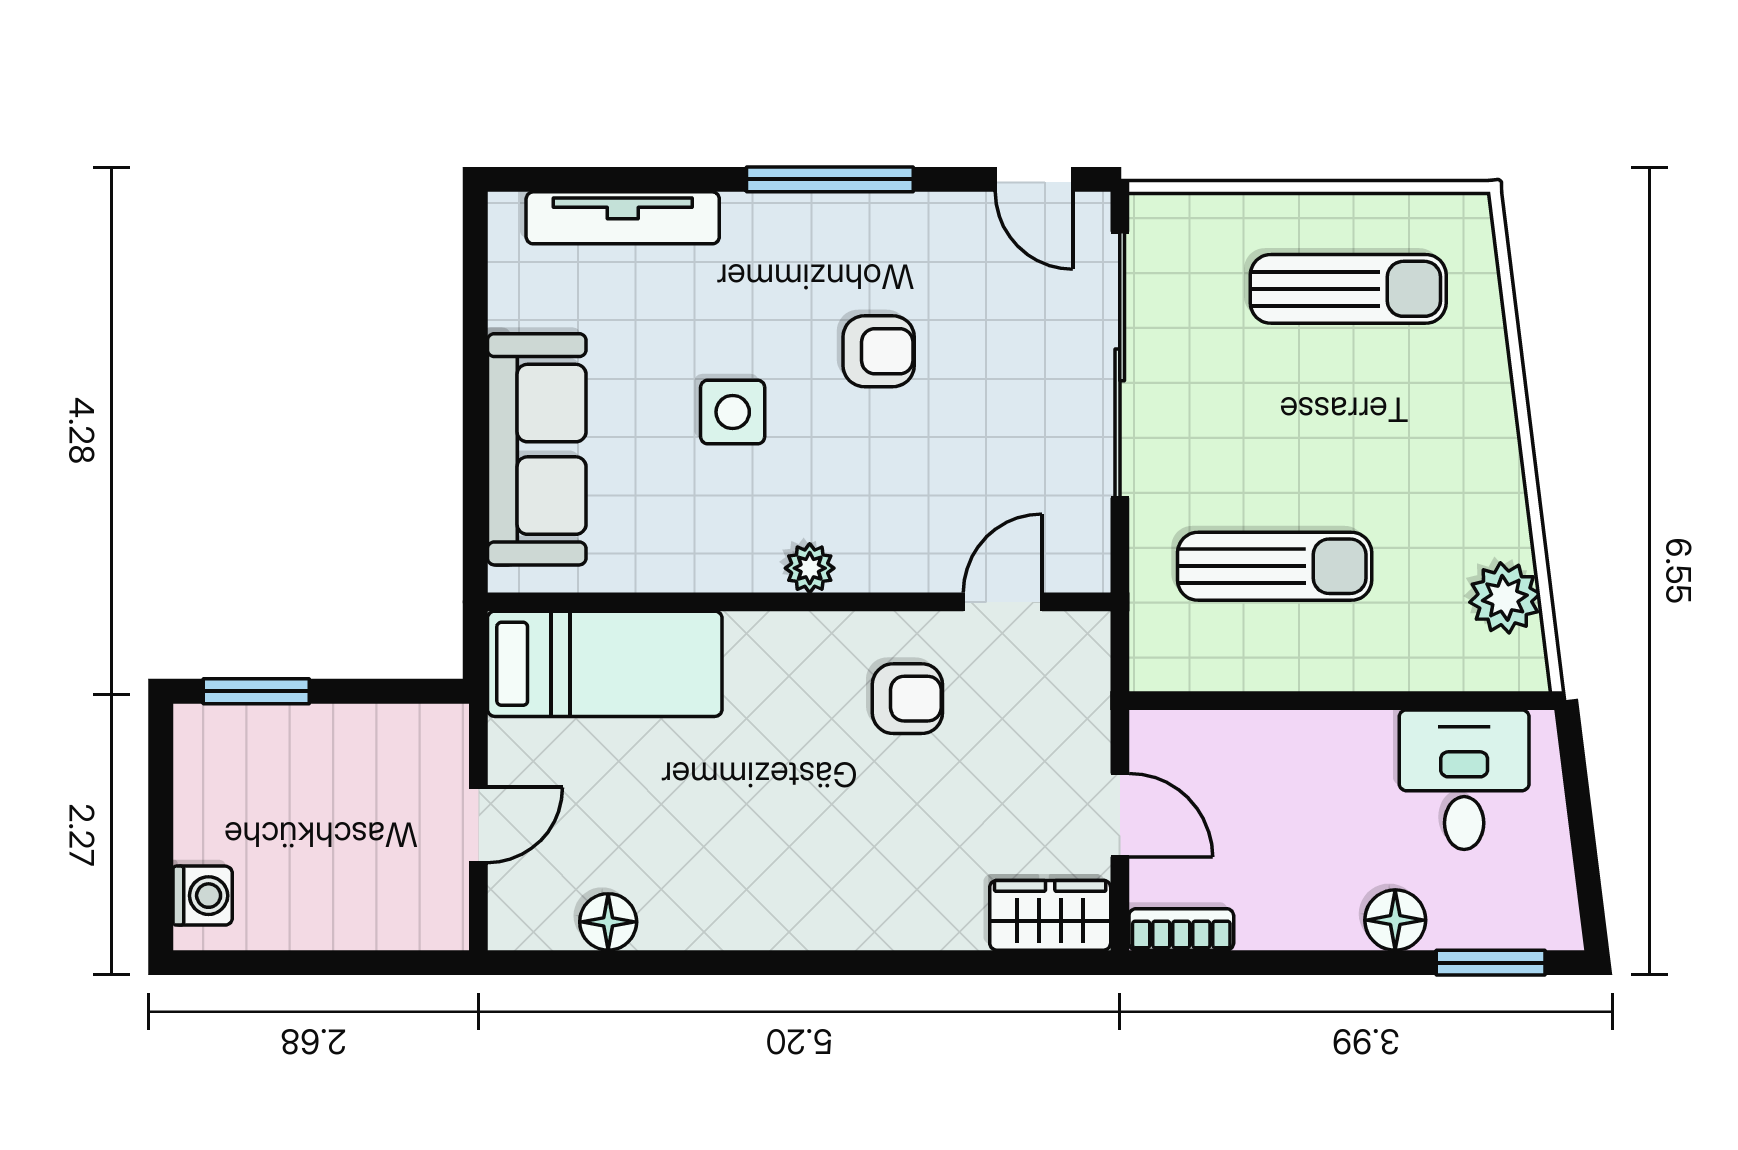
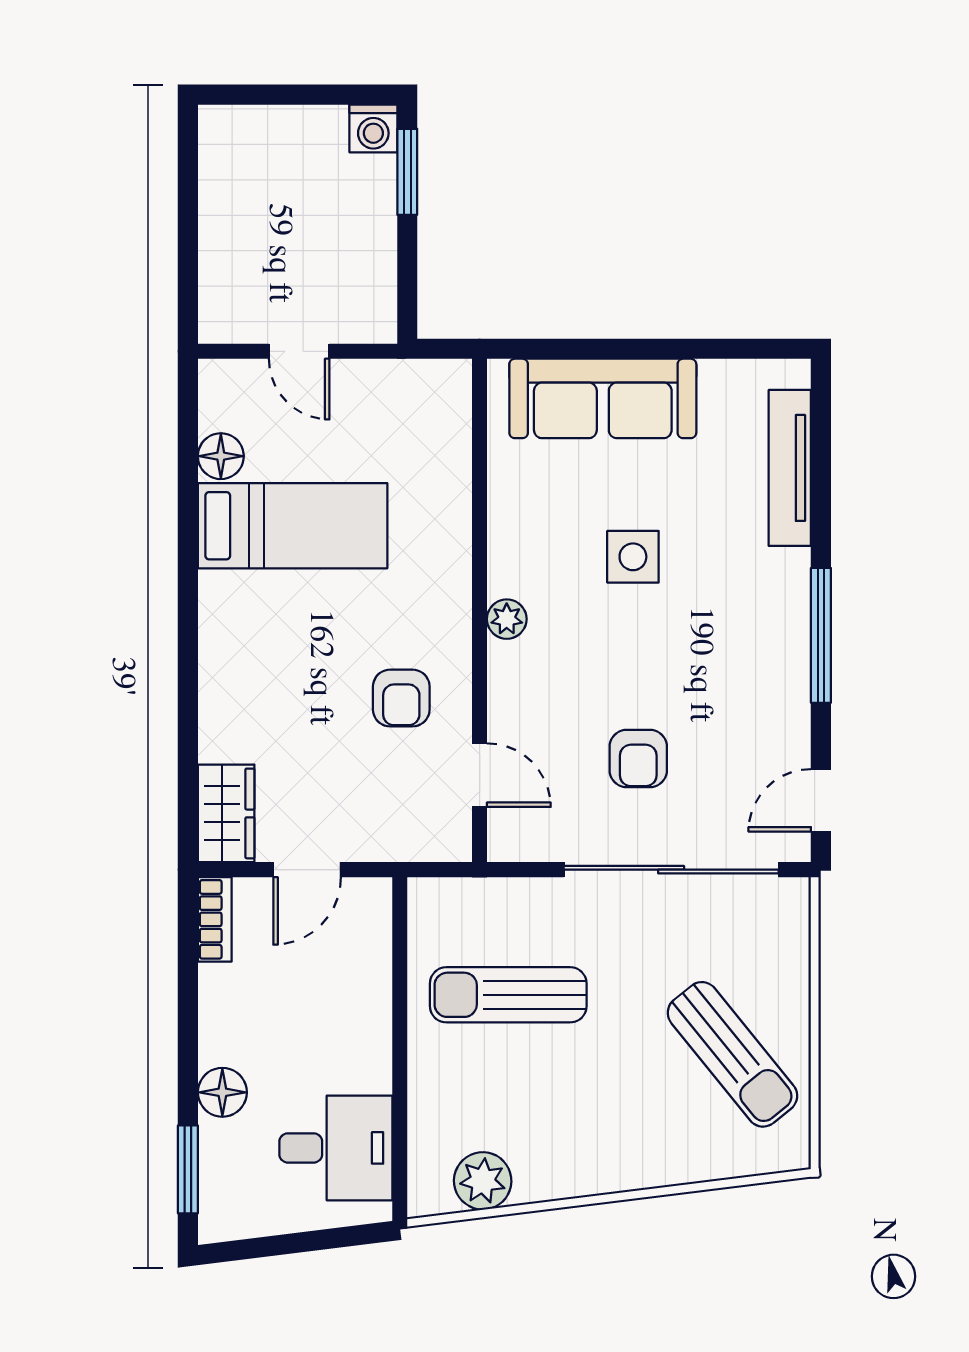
sun lounger: (1348, 289) -> (732, 1054), turned -39
armchair: (879, 351) -> (638, 759), moved
sun lounger: (1275, 566) -> (508, 995), turned 90
bed: (605, 664) -> (293, 526), moved, turned -90
washing machine: (203, 896) -> (373, 128), moved

